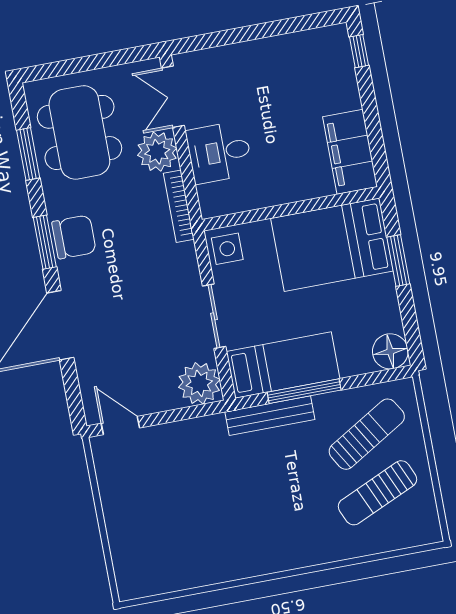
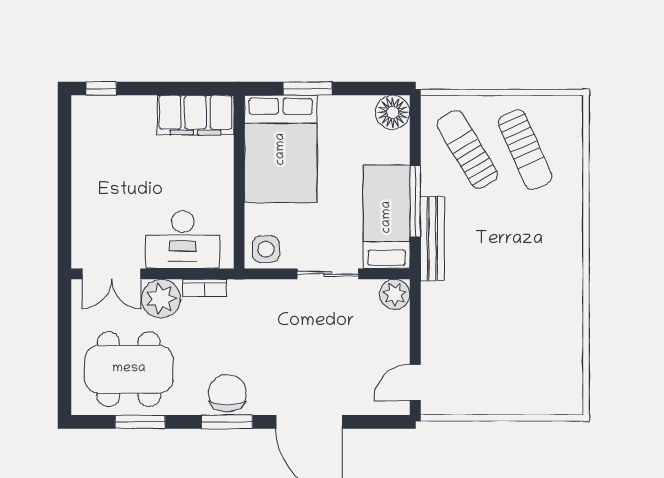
desk: (219, 152) -> (183, 240), width x1.37
bookcase: (179, 206) -> (204, 288), width x0.64
plant: (199, 383) -> (395, 294), width x0.73, depth x0.73

